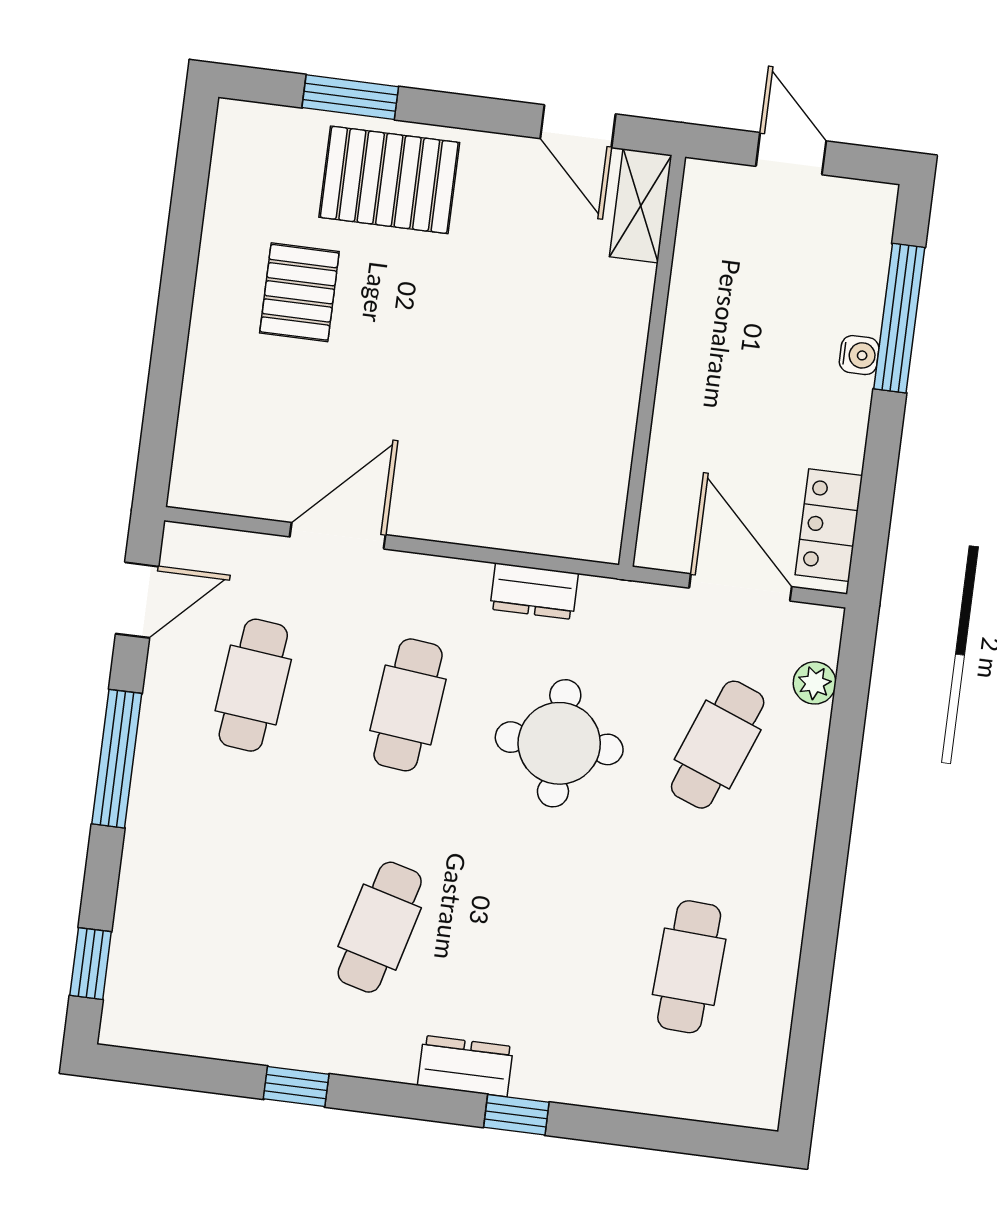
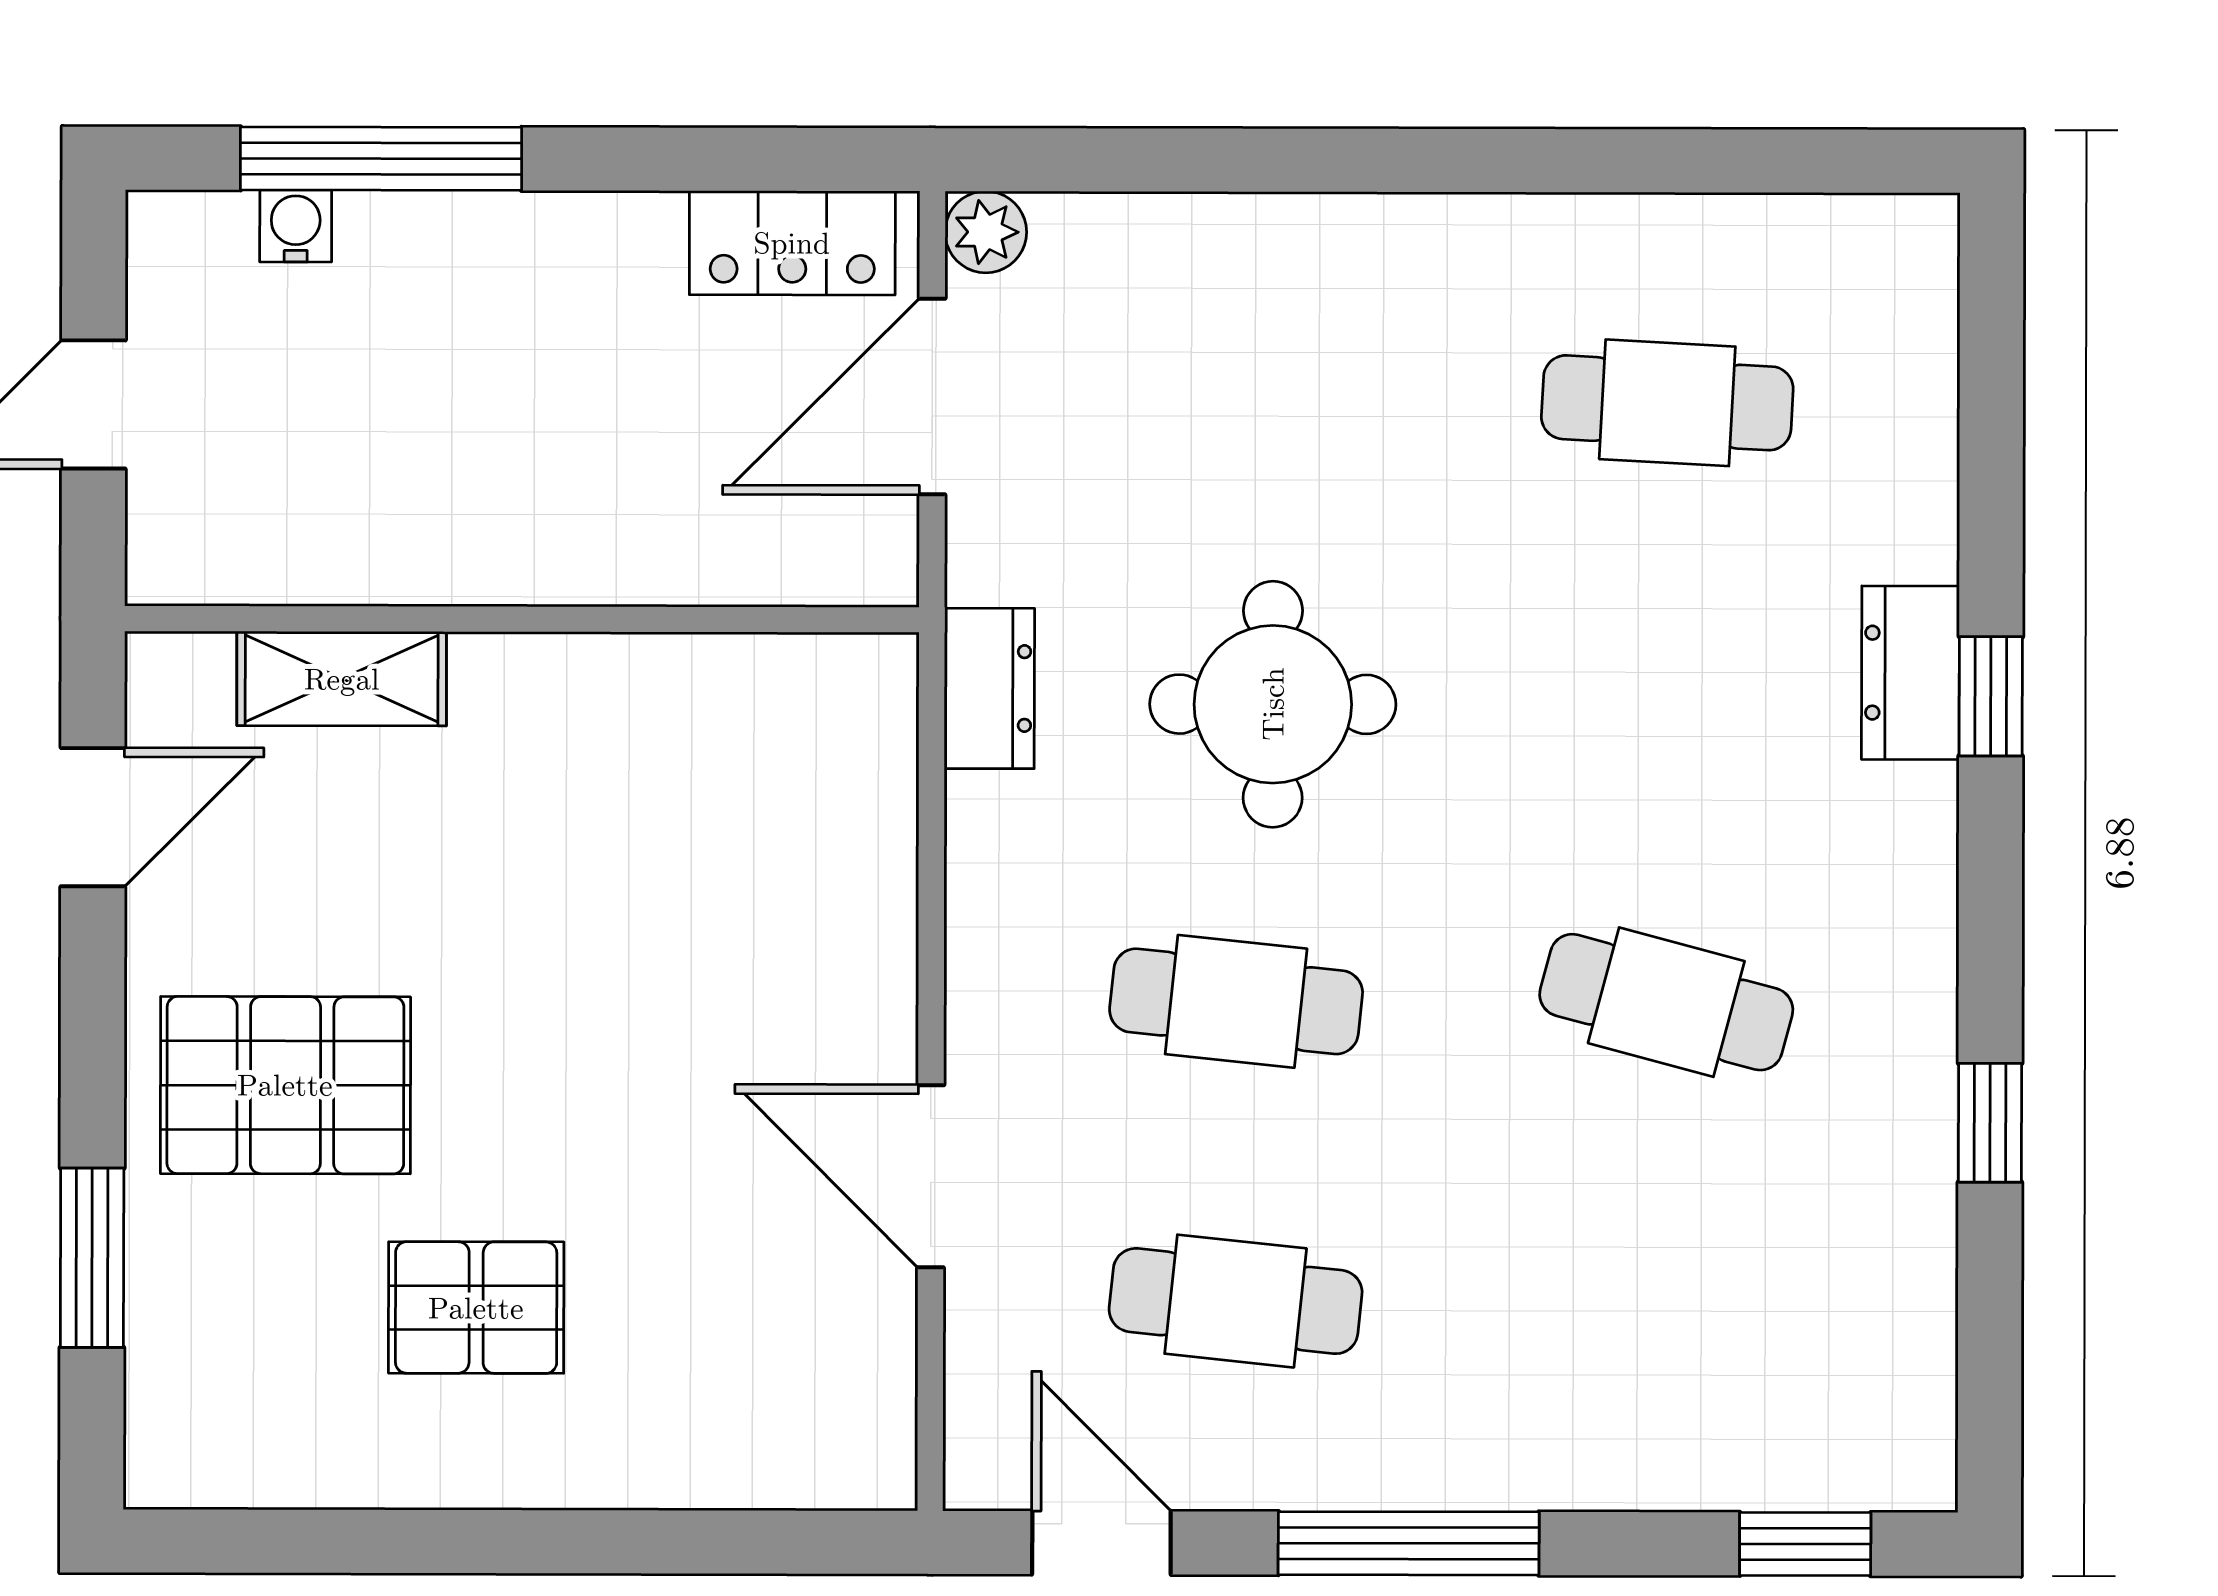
pallet: (389, 180) -> (285, 1085), moved, turned 90
shelving: (641, 206) -> (342, 679), moved
water cooler: (859, 355) -> (296, 226), moved
dresser: (534, 591) -> (989, 688), moved
plant: (815, 683) -> (986, 232), moved
cafe table: (718, 745) -> (1237, 402), removed
dresser: (465, 1066) -> (1910, 673), moved

